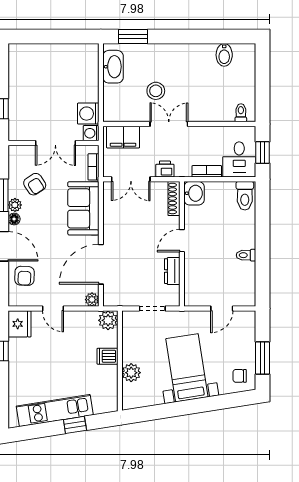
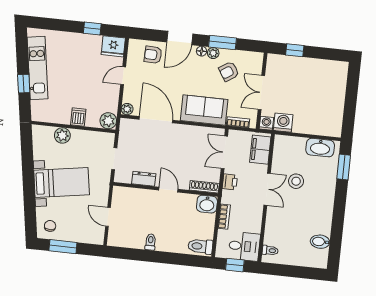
desk: (239, 159) -> (244, 246), moved, turned 180

